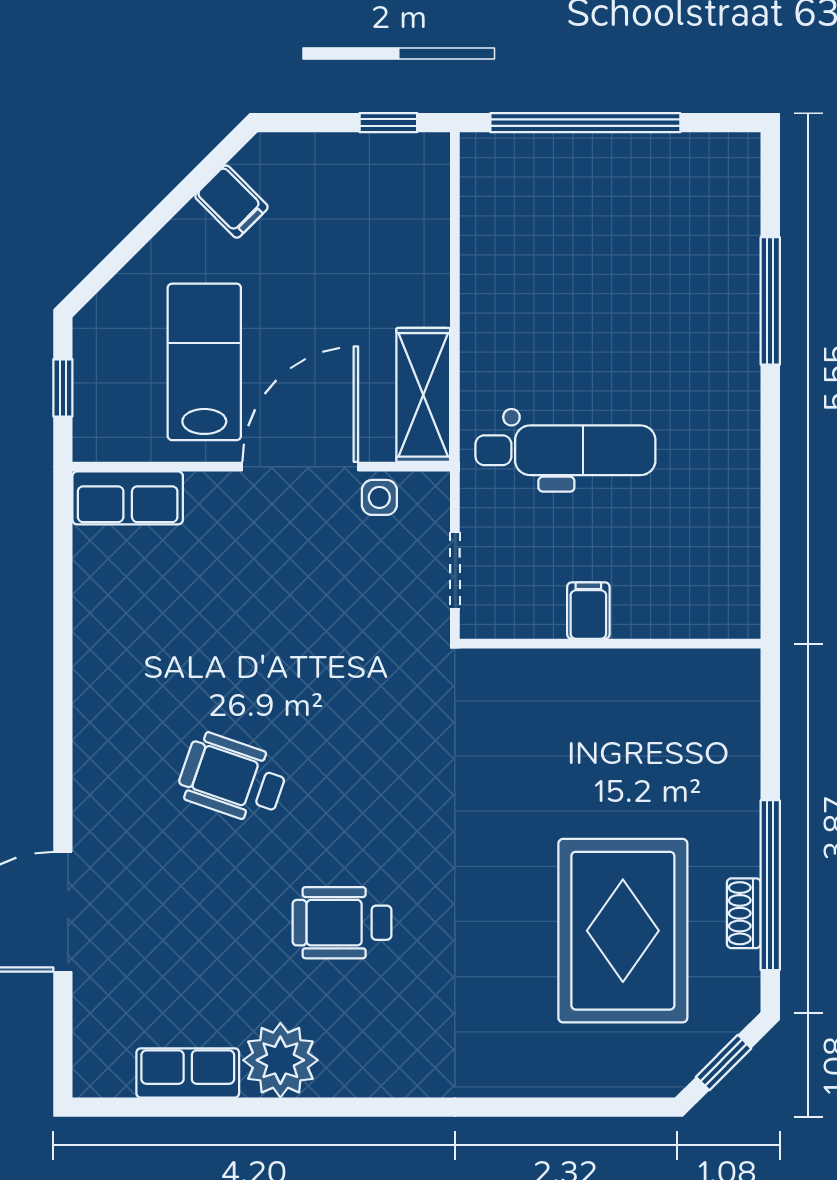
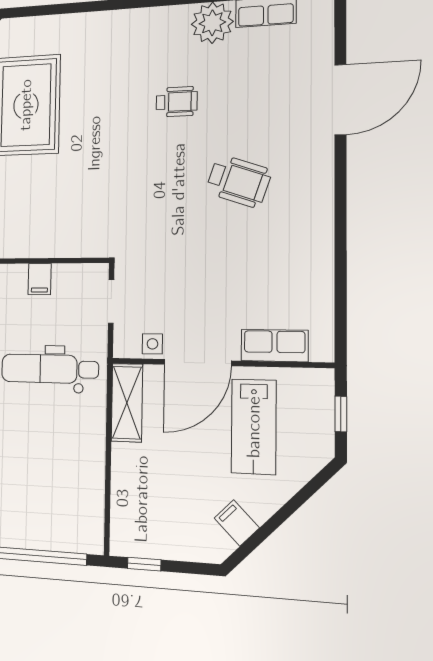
row of seats: (128, 498) -> (275, 346), moved
wheelchair: (342, 923) -> (177, 102), width x0.73, depth x0.73

